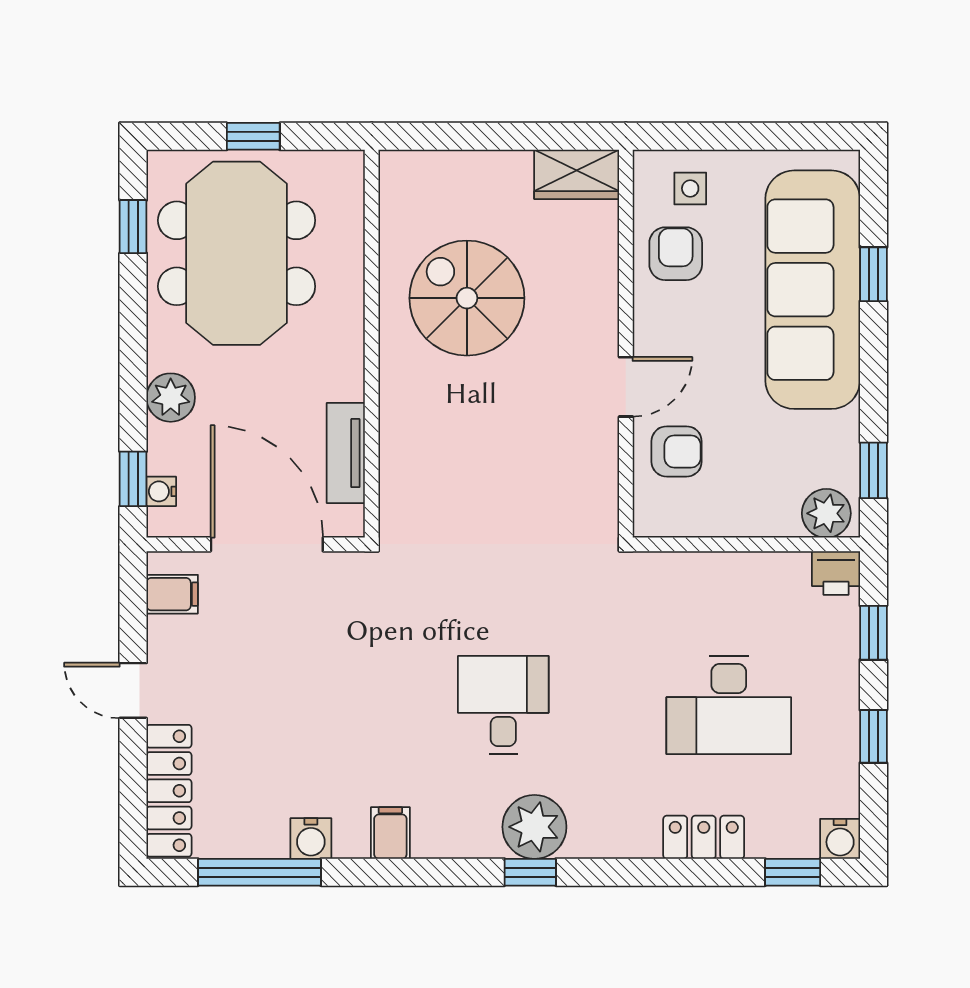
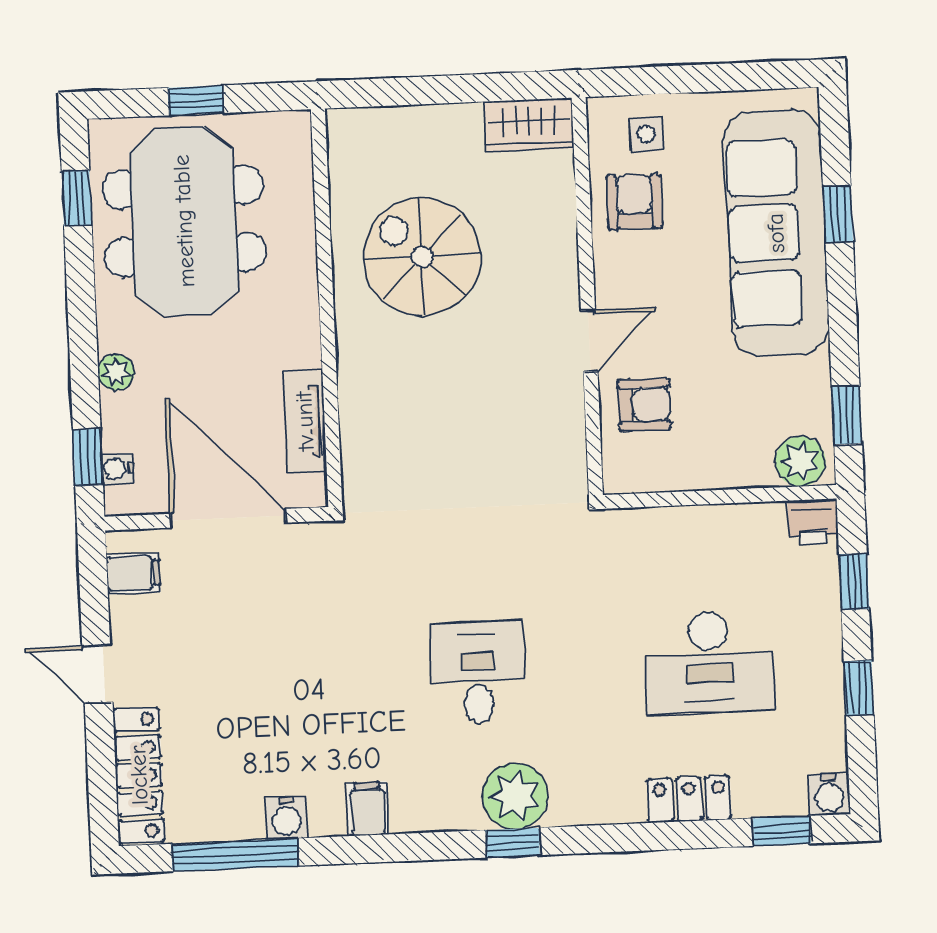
plant: (171, 398) -> (116, 372), width x0.73, depth x0.73

